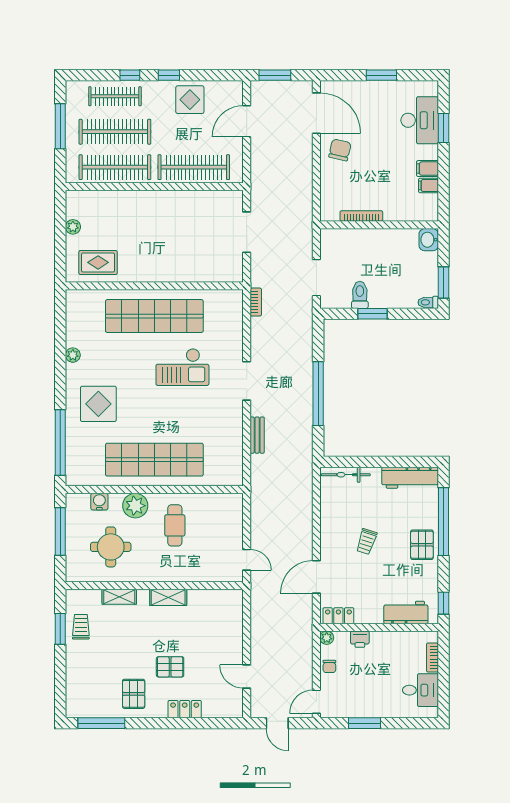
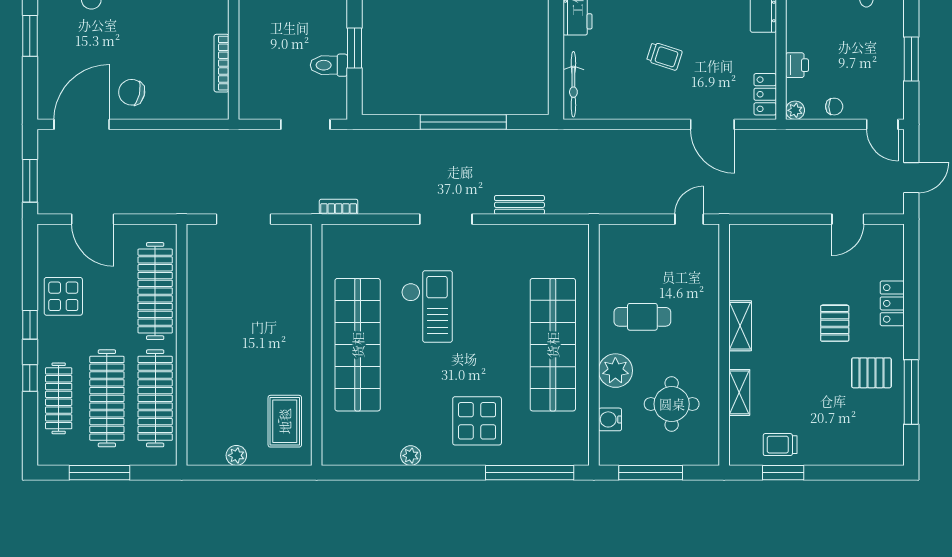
window: (101, 723) -> (911, 392), moved

